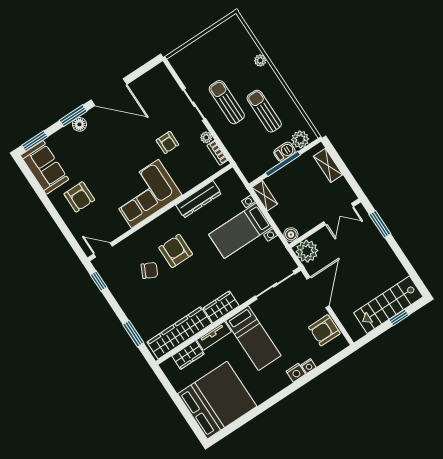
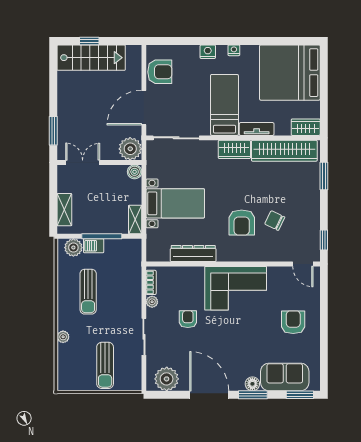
plant: (153, 82) -> (167, 379), added
sun lounger: (227, 102) -> (105, 365), moved
sofa: (45, 167) -> (285, 377), moved, turned 90
wardrobe: (188, 355) -> (306, 127), moved
nightstand: (309, 366) -> (234, 50), moved

